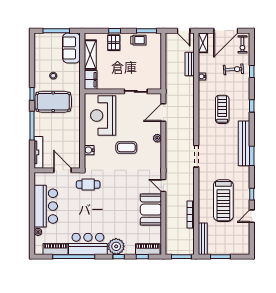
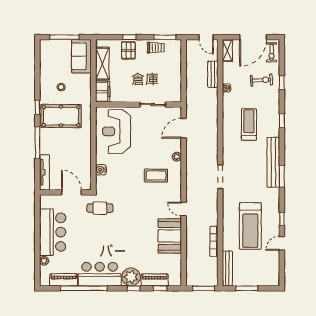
coffee table: (126, 148) -> (156, 176), moved
piano: (148, 249) -> (155, 280), moved

